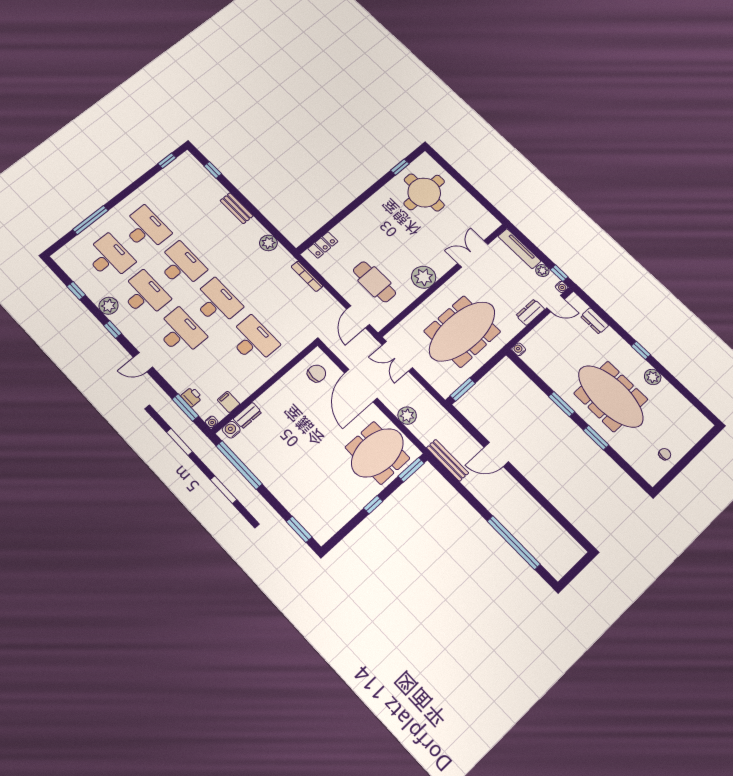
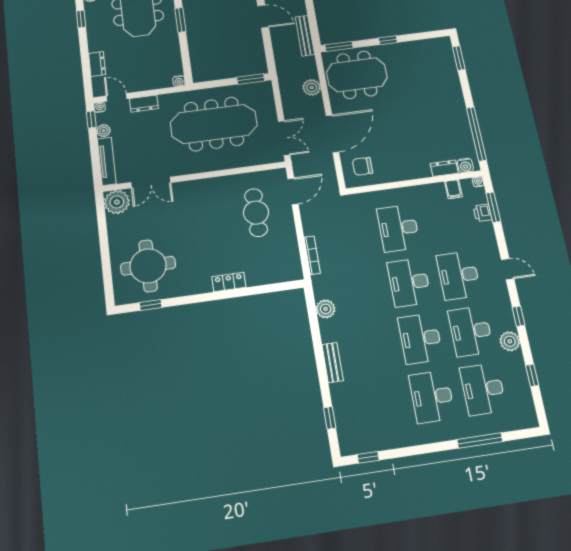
locker: (323, 245) -> (229, 282), moved
plant: (424, 277) -> (117, 202), moved

